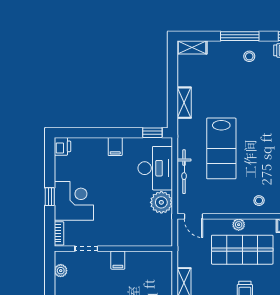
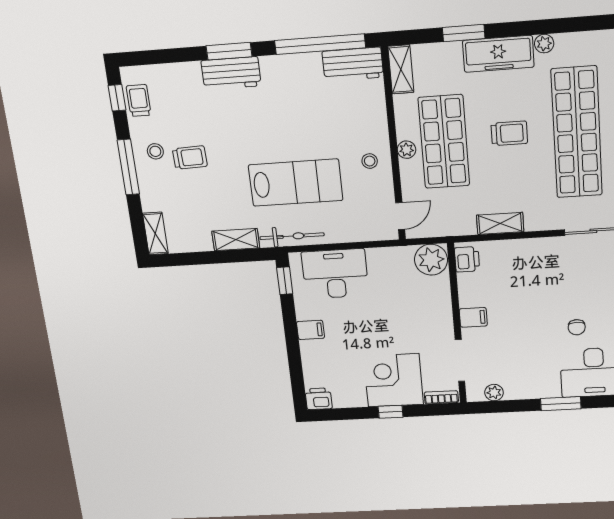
trolley: (243, 79) -> (190, 158), added
bicycle: (184, 172) -> (292, 236), moved
stool: (259, 201) -> (370, 161), moved
plant: (161, 202) -> (431, 260), moved
doorway: (86, 249) -> (460, 361), width x1.38
printer: (160, 259) -> (467, 259), added

